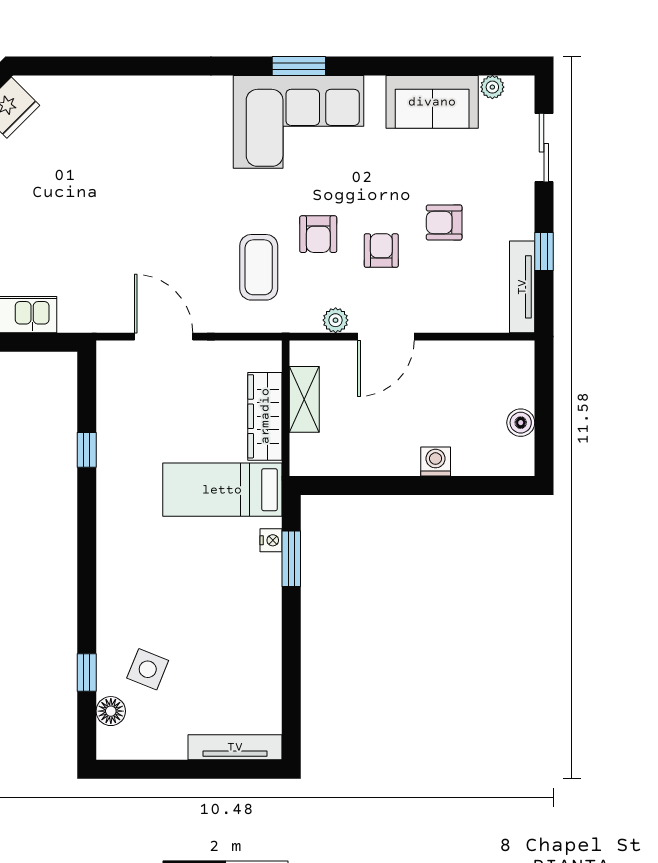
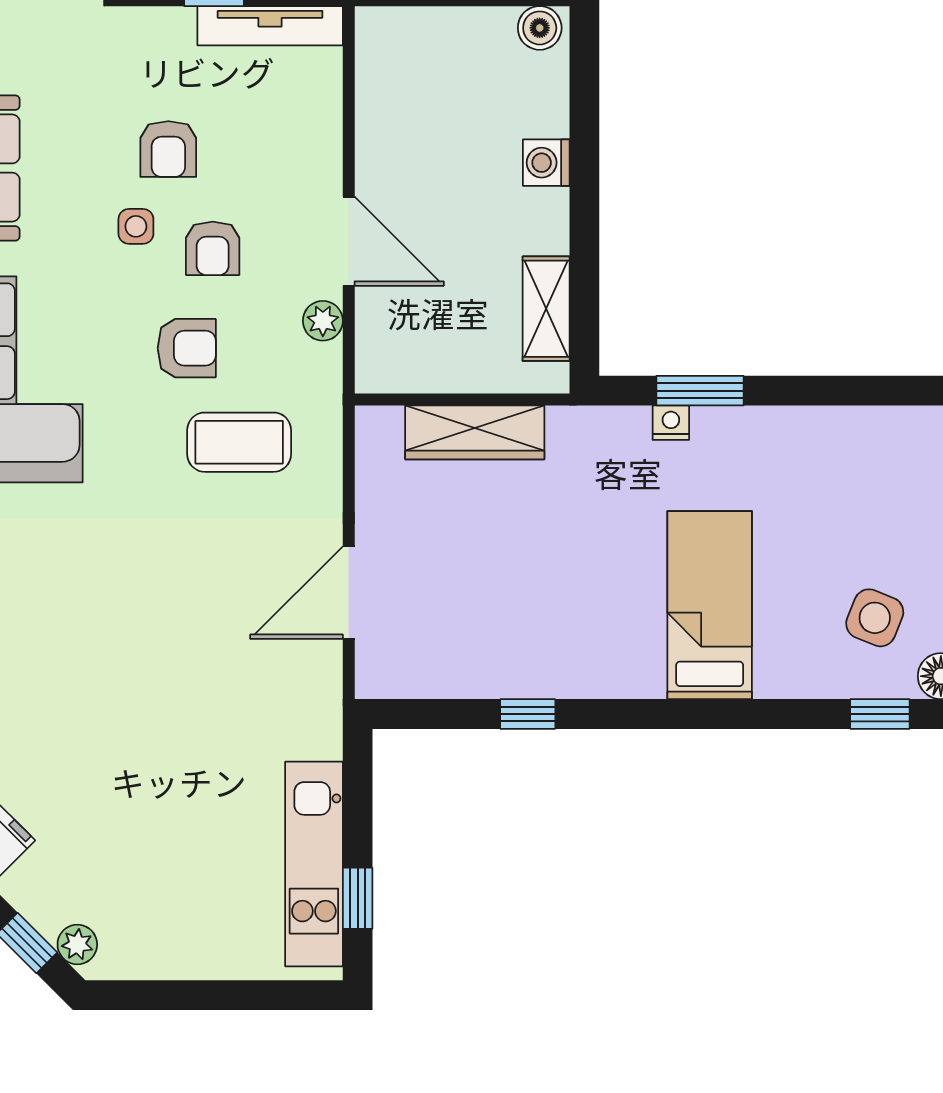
side table: (395, 202) -> (136, 226), added
armchair: (381, 251) -> (213, 248), turned -90
shelving: (304, 399) -> (546, 309), moved, turned 90
boiler: (521, 423) -> (540, 28), moved
bed: (222, 490) -> (710, 605), moved, turned 180

